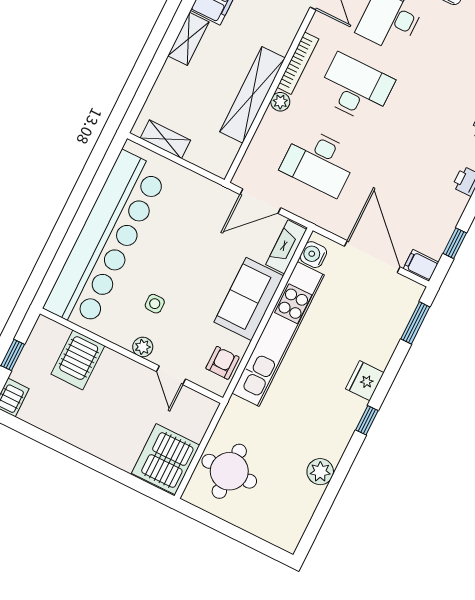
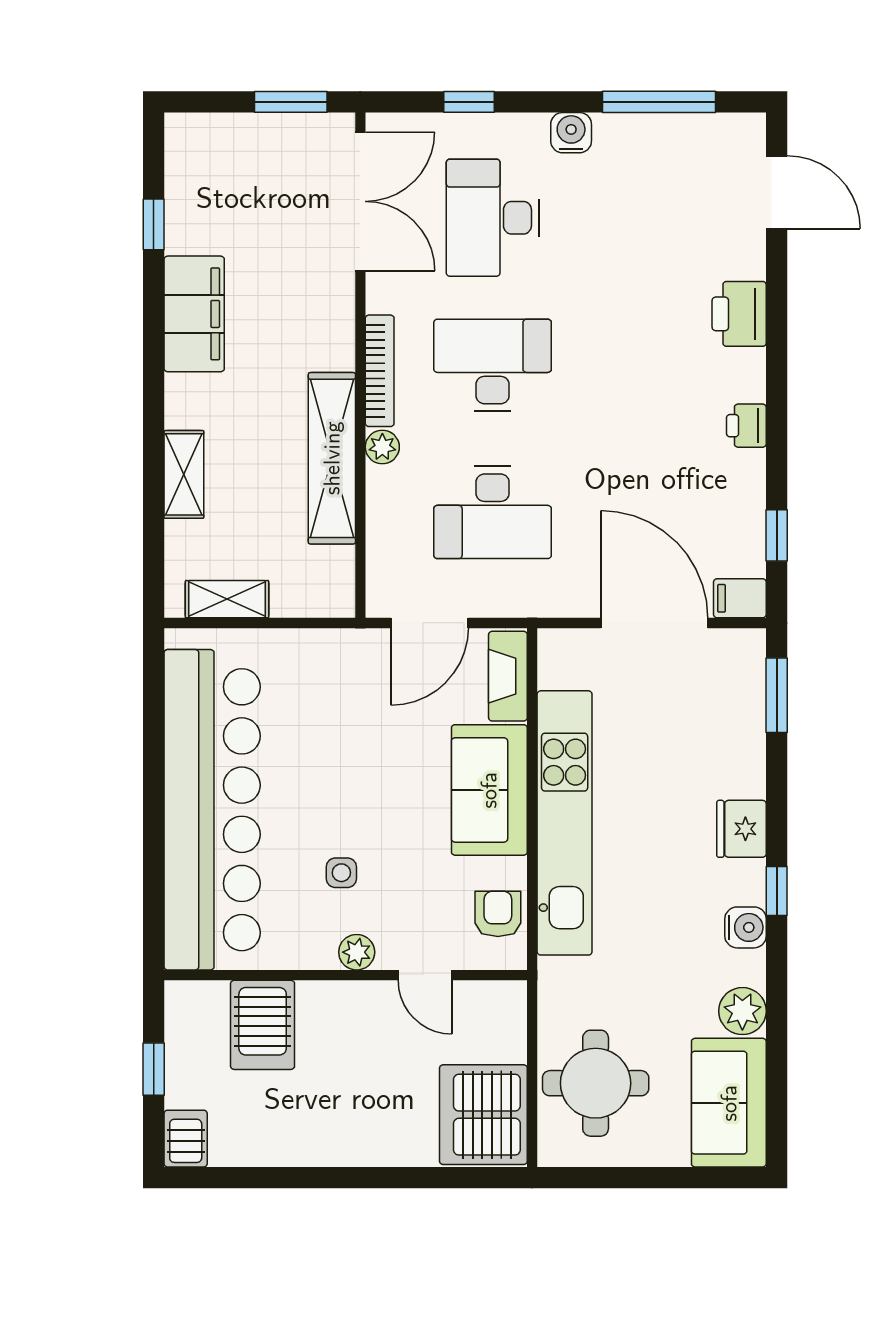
shelving: (188, 39) -> (184, 474), moved
water cooler: (313, 255) -> (746, 927), moved, turned 180
sofa: (291, 514) -> (729, 1103), added

